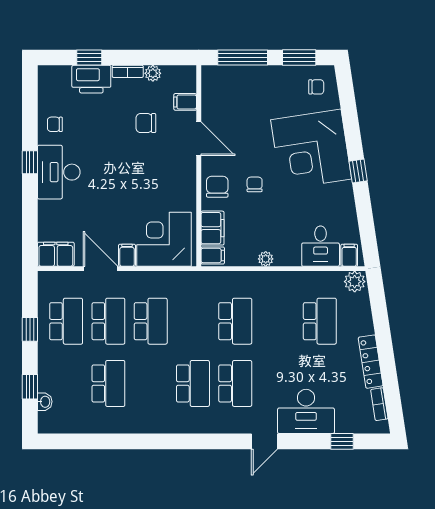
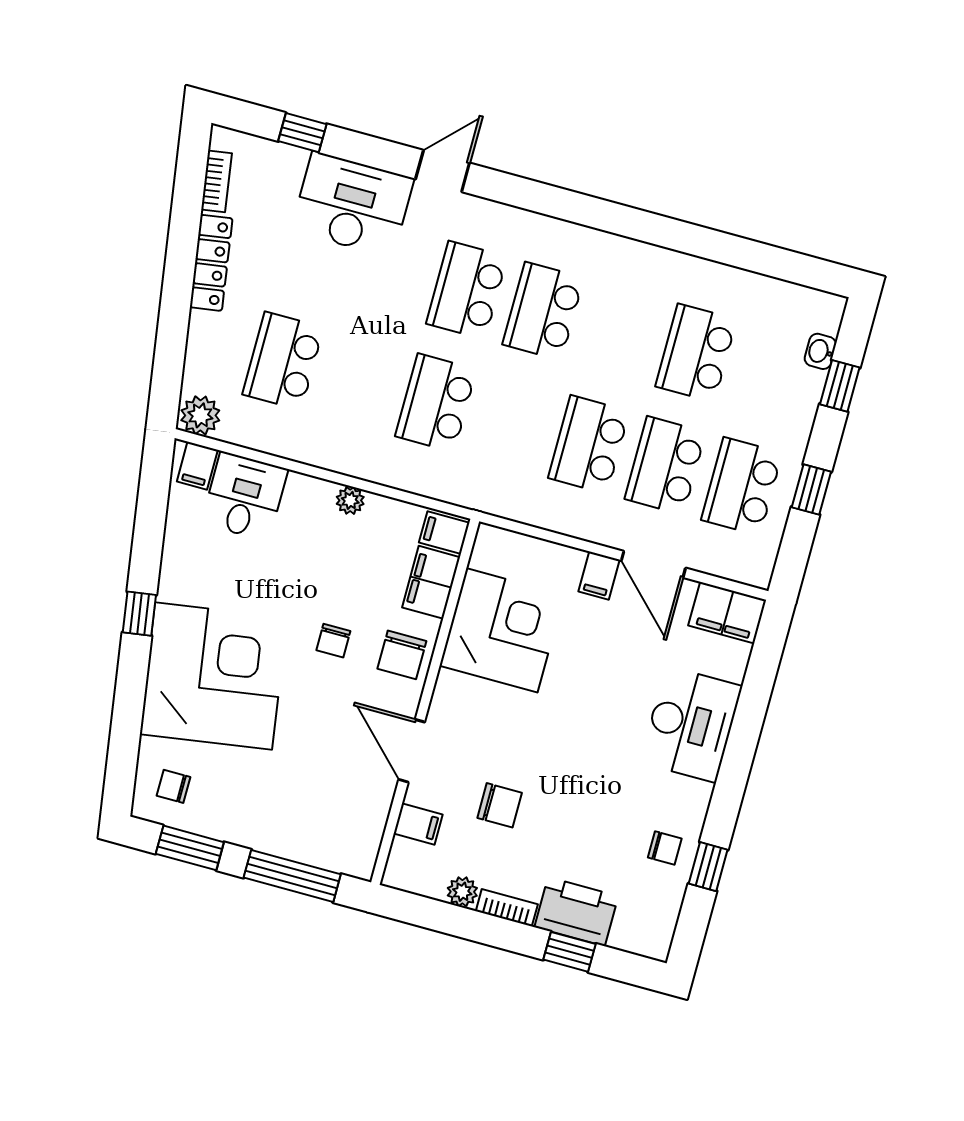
window: (30, 162) -> (708, 867), moved
desk: (59, 172) -> (691, 724), moved
corner desk: (164, 239) -> (502, 630), moved, turned -90

